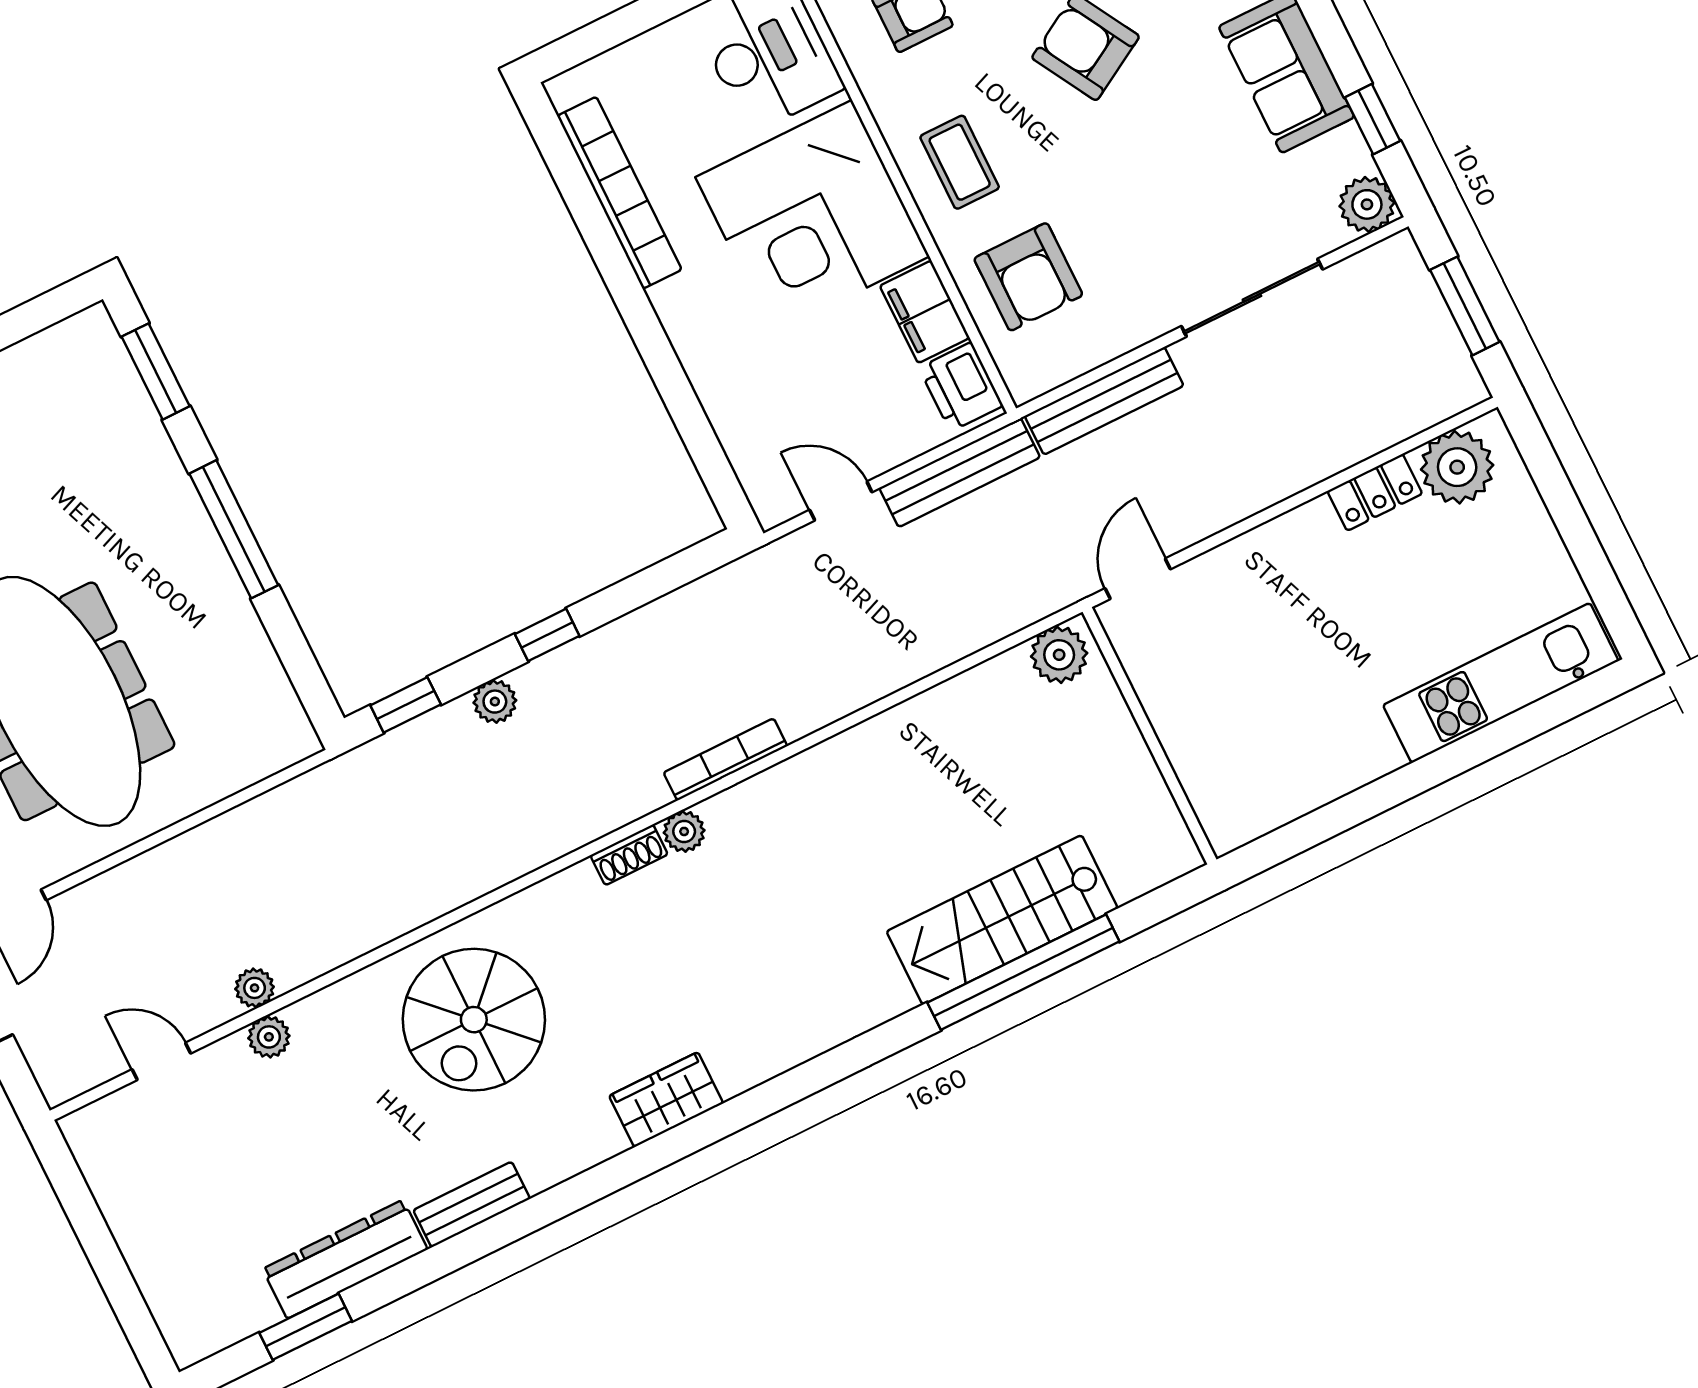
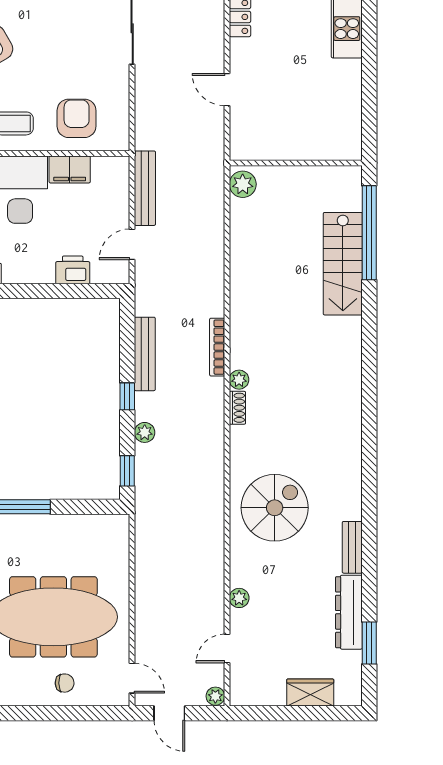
armchair: (1028, 277) -> (77, 118), turned -90
printer: (961, 387) -> (73, 270), moved, turned 180
bench: (1104, 401) -> (145, 354), moved
door: (1138, 579) -> (227, 90), moved
window: (1023, 972) -> (369, 233), moved
plant: (255, 988) -> (215, 696), moved
spiral stairs: (474, 1020) -> (275, 508), turned -90
wardrobe: (666, 1100) -> (310, 692), moved, turned 90

